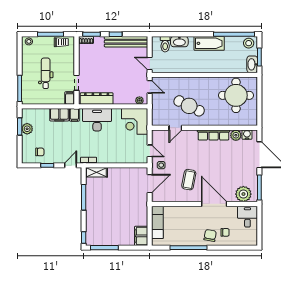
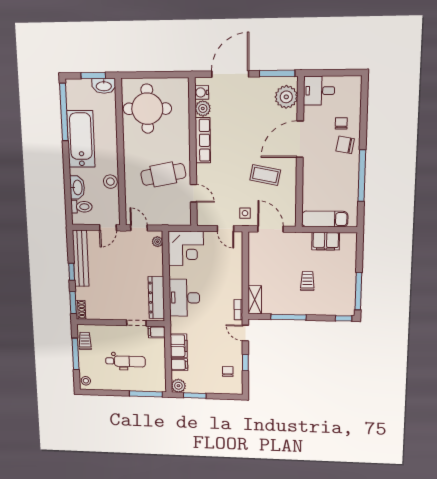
bathtub: (209, 43) -> (81, 139), width x1.36, depth x1.36
stool: (249, 43) -> (110, 182), moved
dental chair: (46, 73) -> (125, 361), turned 180
door: (150, 87) -> (139, 228), hinge flipped
cafe table: (189, 106) -> (163, 174), turned 53
filing cabinet: (74, 115) -> (179, 365), moved
plant: (27, 129) -> (178, 386), moved
door: (150, 151) -> (226, 229), swing flipped
trolley: (111, 211) -> (307, 281), added
filing cabinet: (141, 236) -> (326, 241), moved

